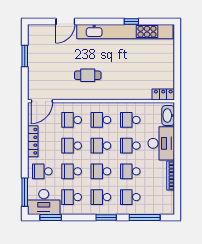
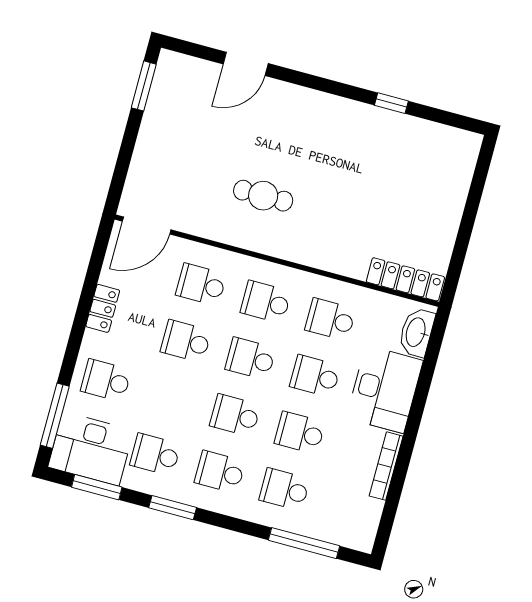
kitchen unit: (125, 32) -> (371, 122), removed
window: (25, 56) -> (144, 86), moved
locker: (163, 94) -> (405, 279), width x1.53
locker: (33, 141) -> (103, 308), width x0.66
school desk: (72, 171) -> (171, 398), removed
window: (106, 218) -> (173, 508), moved

